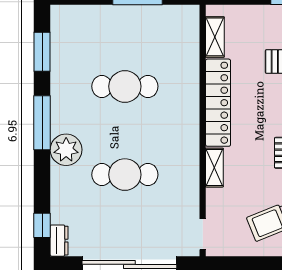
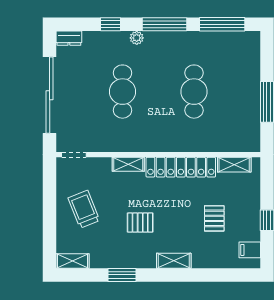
window: (42, 52) -> (222, 24), width x1.44
plant: (66, 150) -> (137, 38), width x0.53, depth x0.53
window: (42, 225) -> (111, 24), moved

